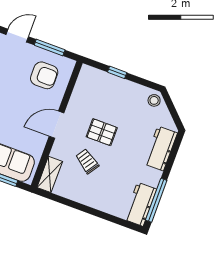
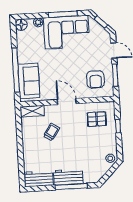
pallet: (102, 132) -> (97, 119), moved, turned 90
workbench: (161, 148) -> (68, 177), moved
window: (156, 200) -> (71, 187), moved

